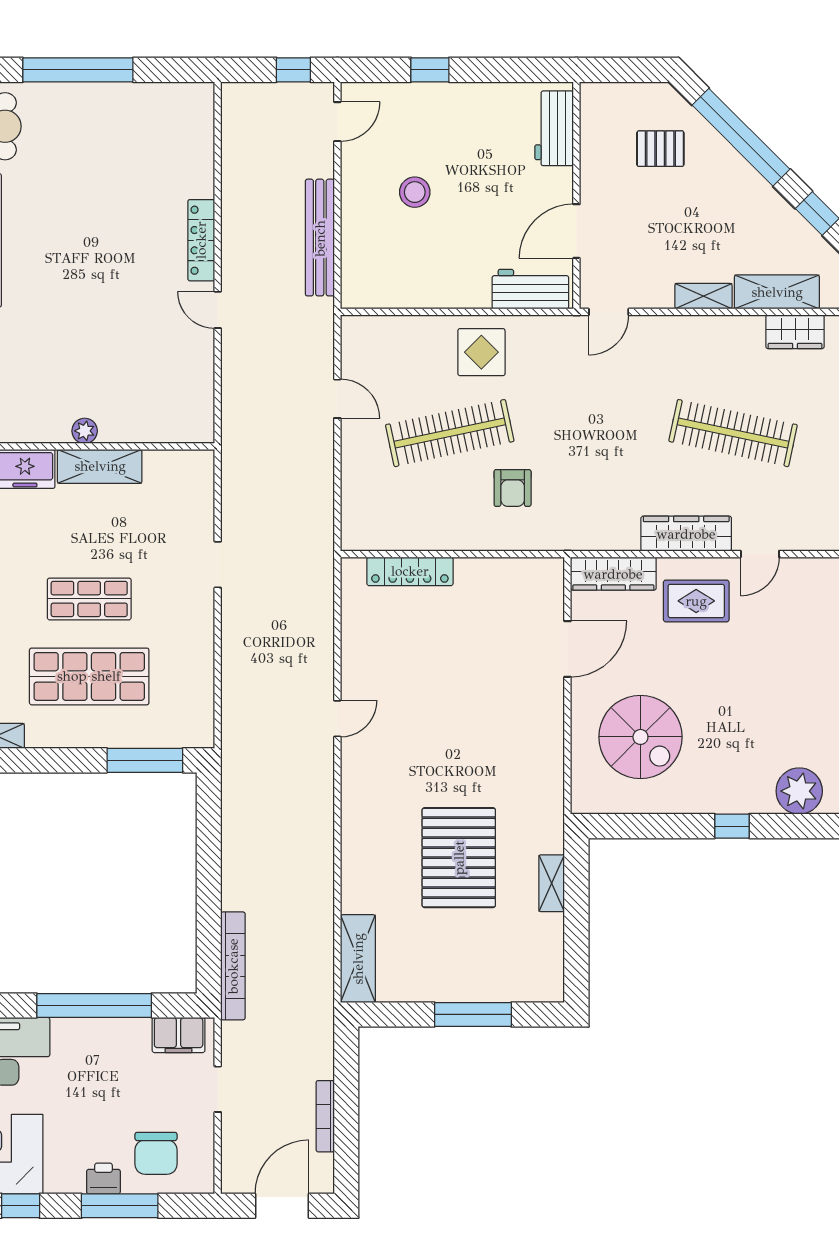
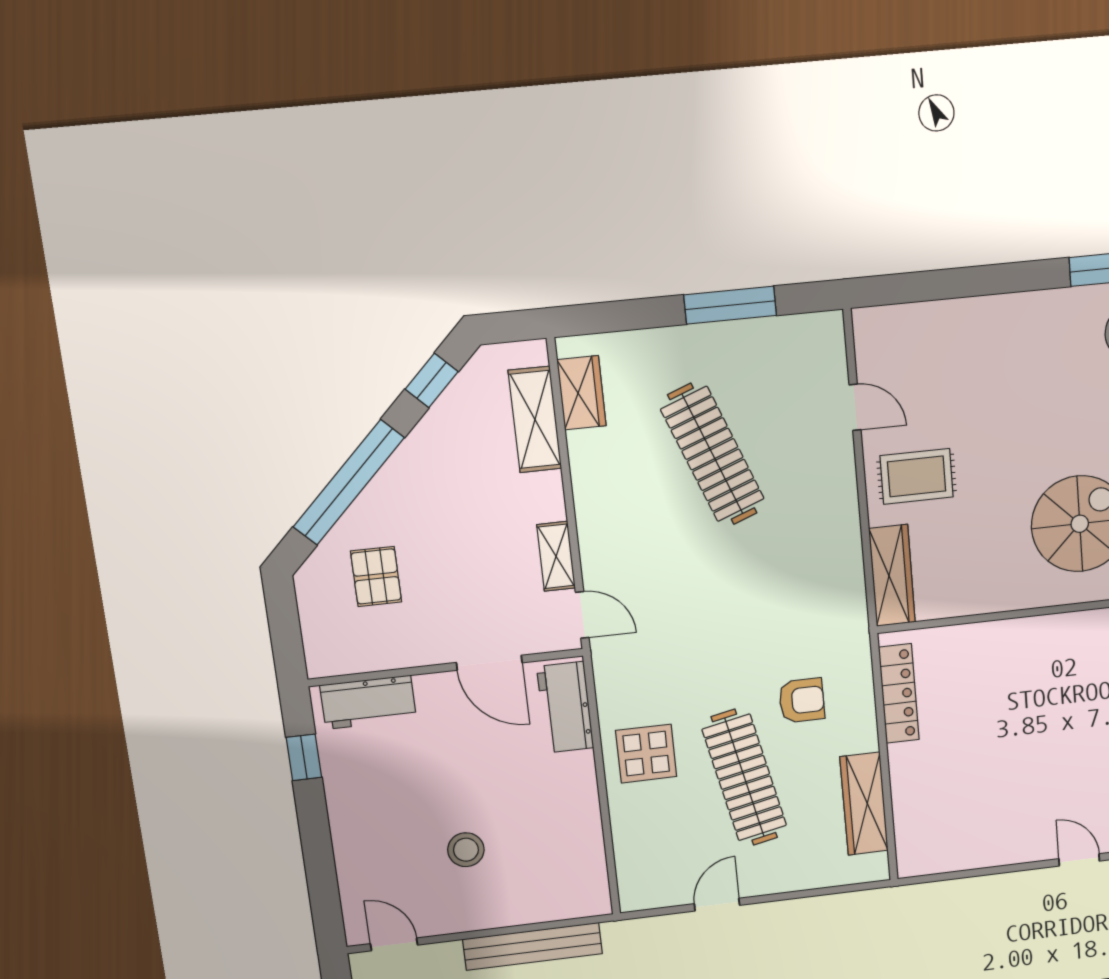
window: (430, 70) -> (304, 757), moved
shelving: (703, 296) -> (556, 556), moved
clothes rail: (733, 433) -> (712, 454), turned -33
wardrobe: (686, 534) -> (864, 804), moved
locker: (410, 571) -> (899, 694), moved
rug: (696, 601) -> (917, 476), turned 90
door: (567, 649) -> (984, 618), removed

